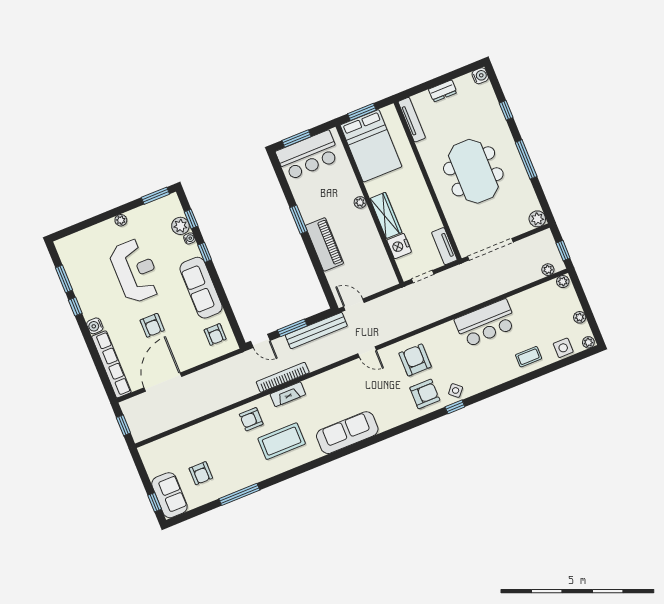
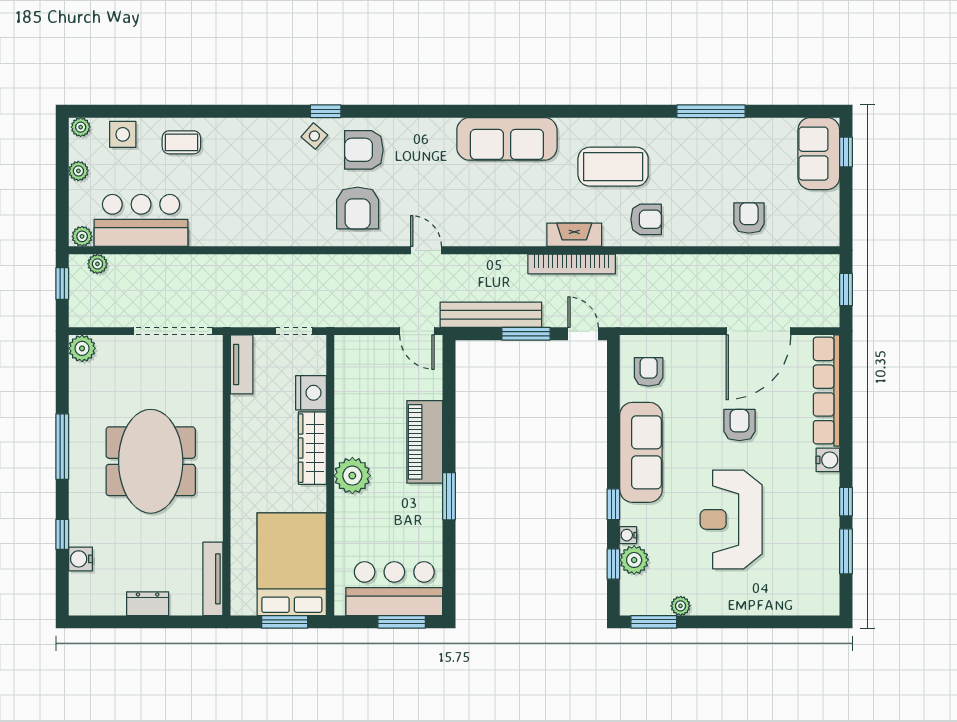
water cooler: (480, 76) -> (81, 559), moved
plant: (360, 202) -> (352, 476), width x1.88, depth x1.88
plant: (121, 220) -> (681, 606), moved
bar counter: (486, 323) -> (141, 220), moved
armchair: (201, 473) -> (749, 218), moved

